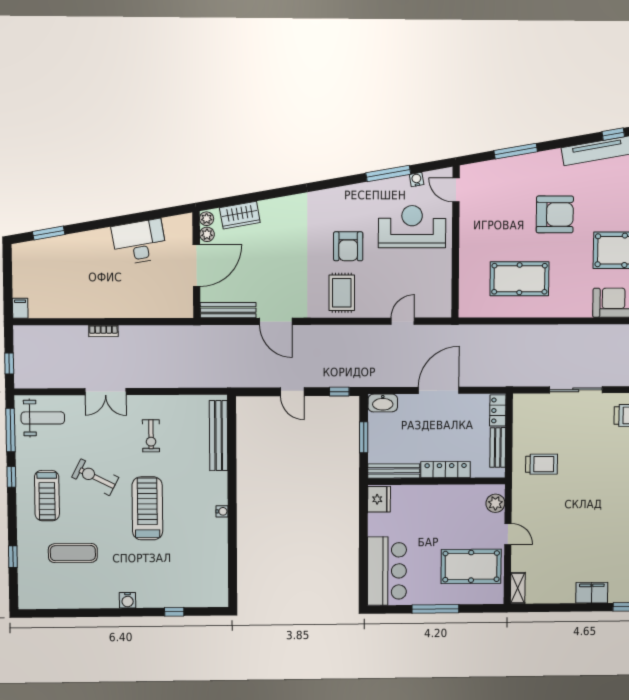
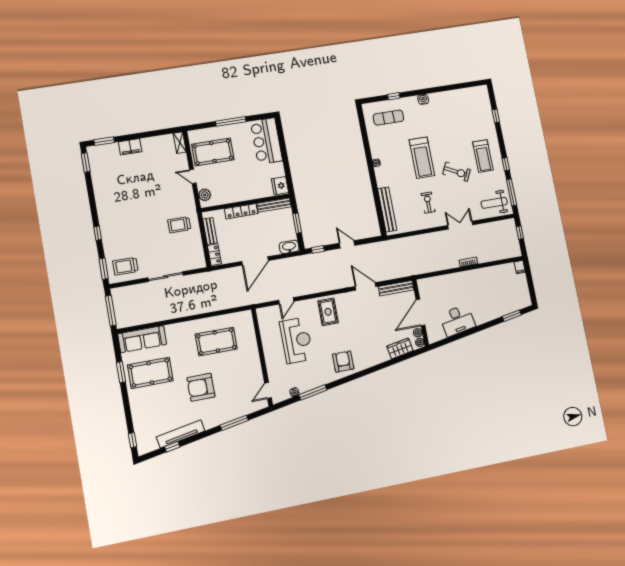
door: (456, 190) -> (268, 391), swing flipped
reception desk: (412, 227) -> (296, 340), moved, turned -90
armchair: (348, 246) -> (343, 361), moved
treadmill: (47, 496) -> (483, 156), turned 180
exercise mat: (73, 553) -> (388, 118), moved

